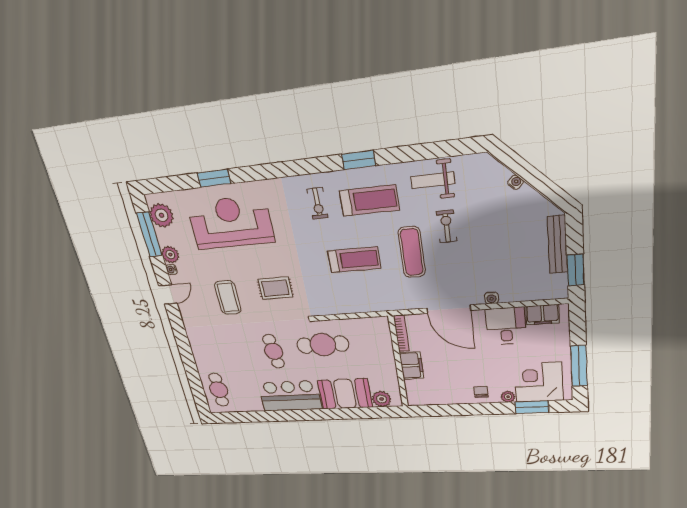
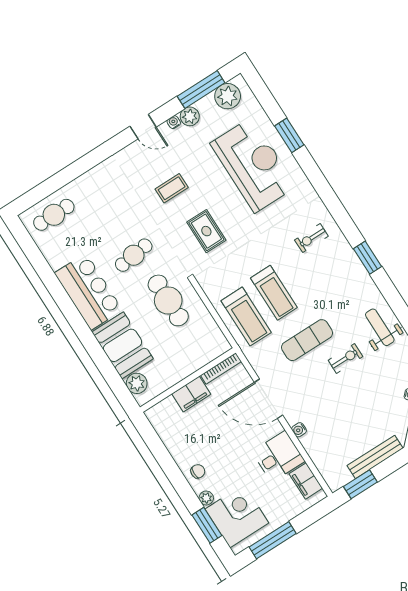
treadmill: (369, 200) -> (246, 317), moved
coffee table: (228, 297) -> (172, 188), width x0.73, depth x0.77
door: (449, 309) -> (269, 399), hinge flipped

